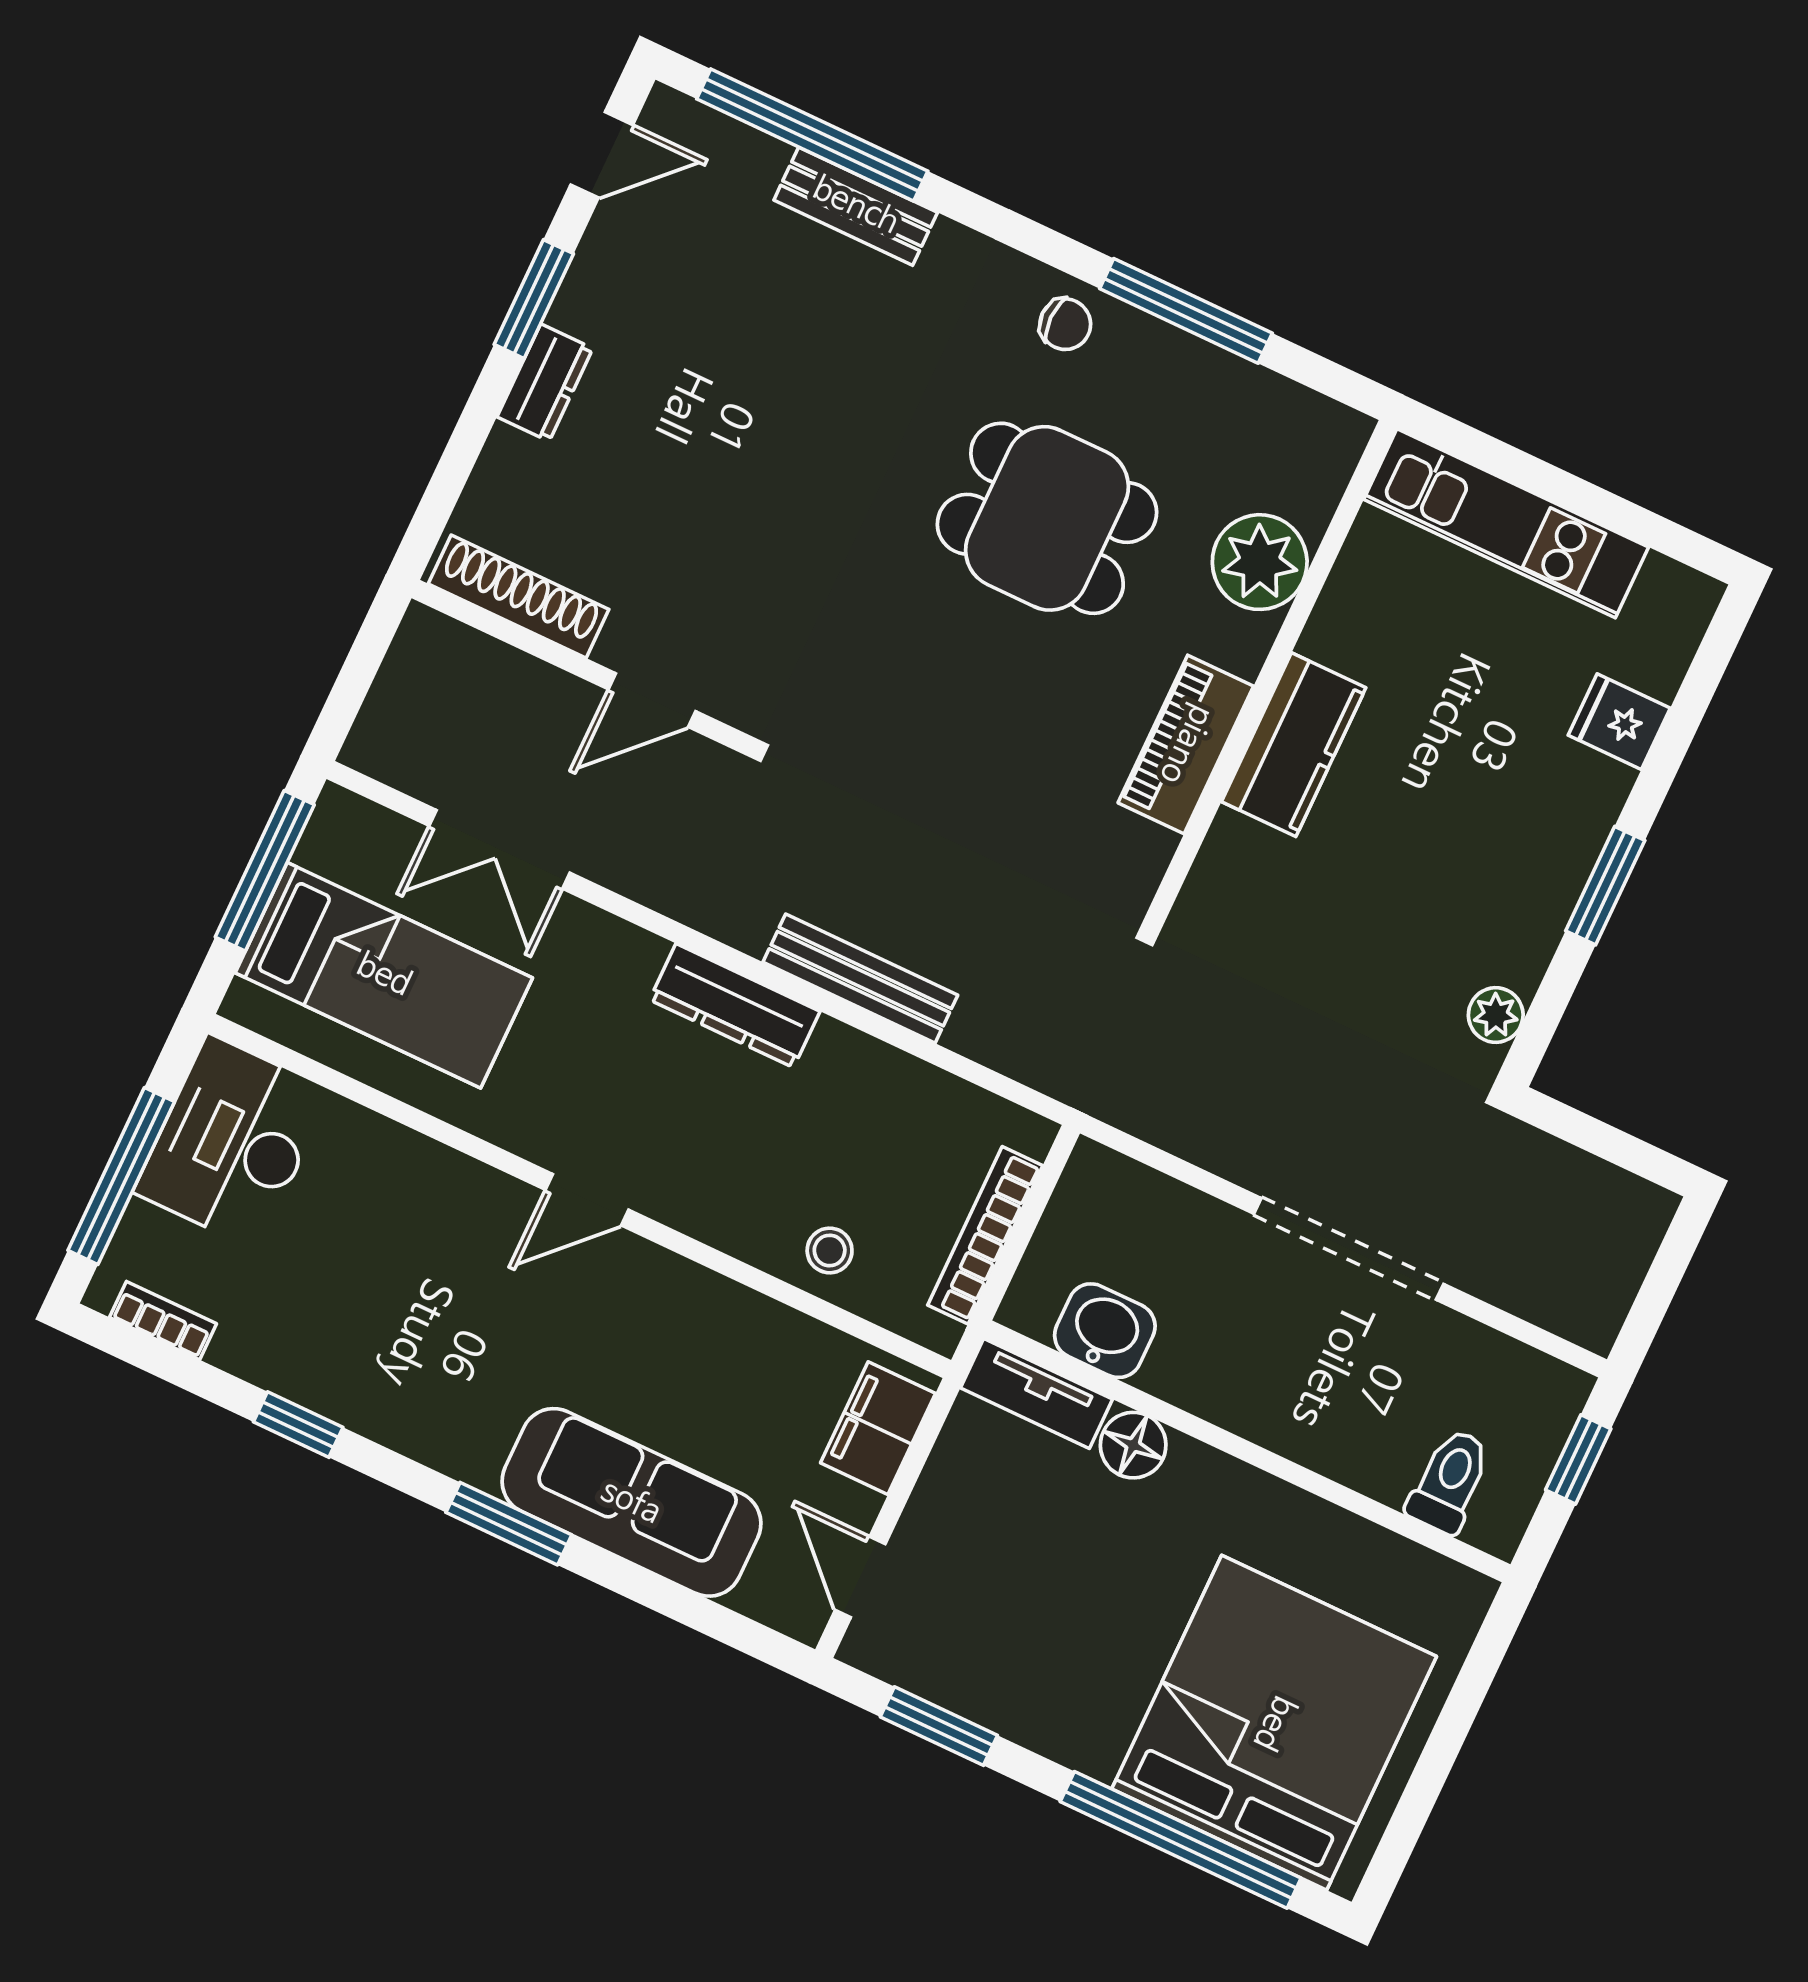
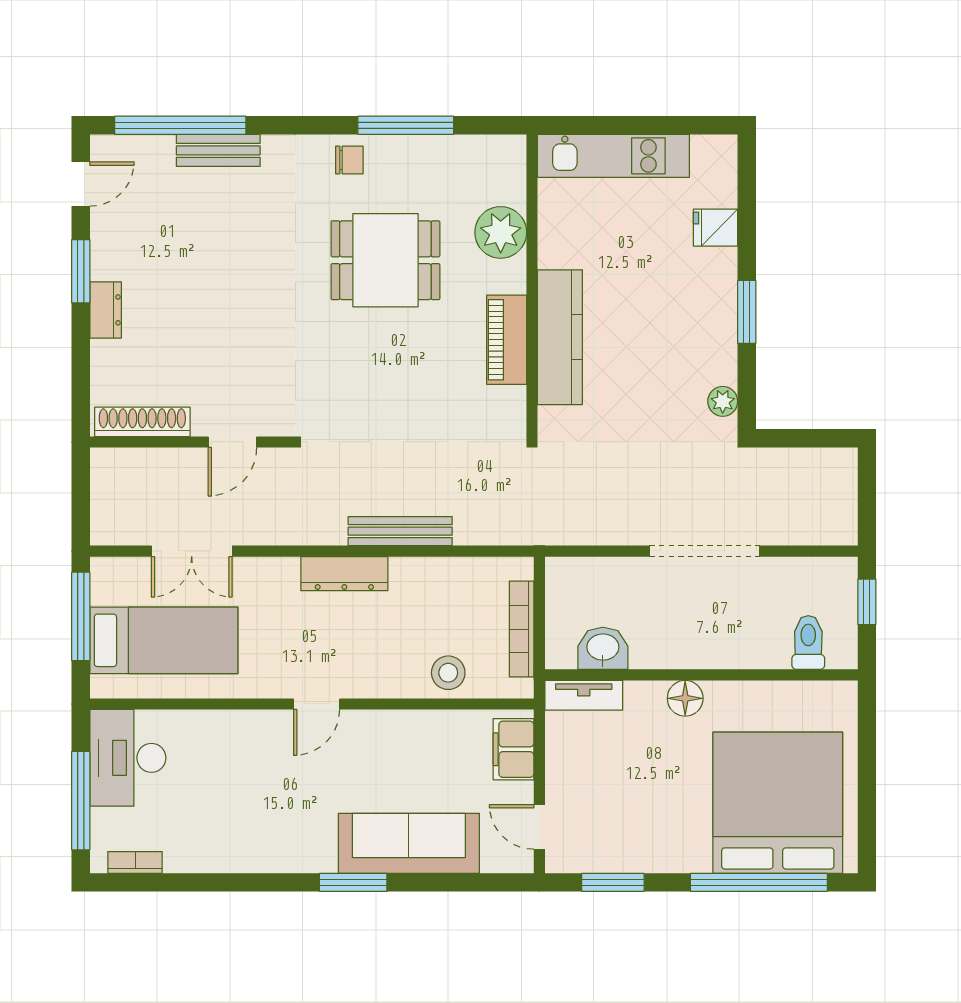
kitchen counter: (1294, 745) -> (560, 337), width x1.50
stool: (830, 1250) -> (448, 673), width x1.37, depth x1.37
window: (298, 1425) -> (226, 882), removed
floor lamp: (1133, 1445) -> (685, 698), moved

